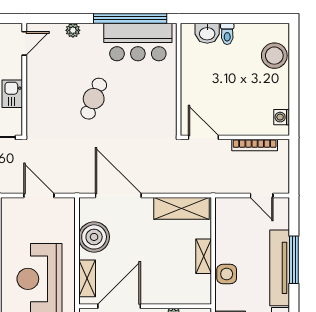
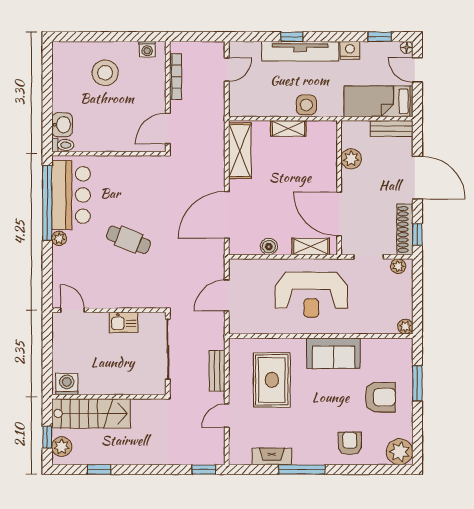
plant: (73, 30) -> (59, 238), moved
toilet: (227, 34) -> (63, 145), moved
stool: (274, 56) -> (105, 73), moved
boiler: (94, 237) -> (269, 247), width x0.54, depth x0.54
window: (294, 260) -> (292, 37), width x0.46

